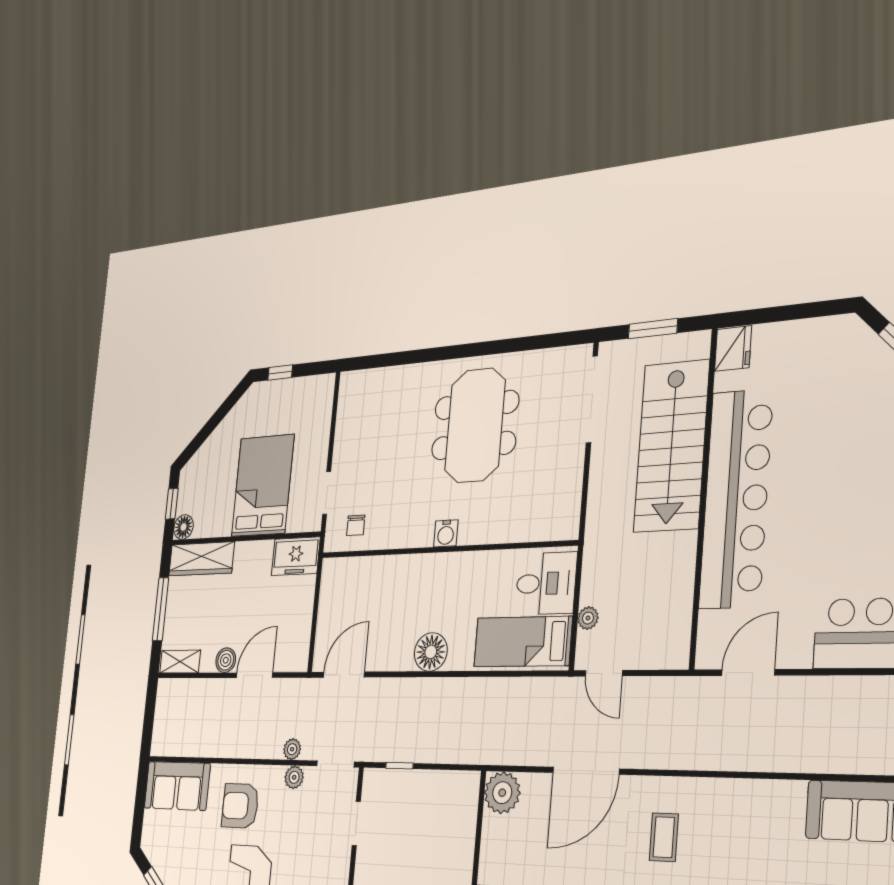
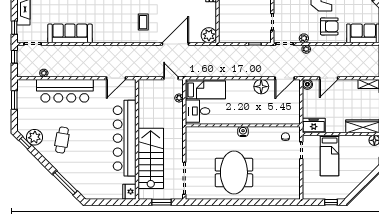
bed: (263, 485) -> (330, 155), width x0.67
floor lamp: (431, 652) -> (261, 87), moved
boiler: (226, 660) -> (307, 84), moved

